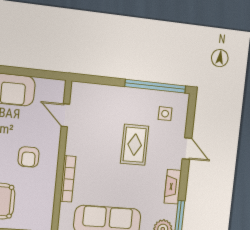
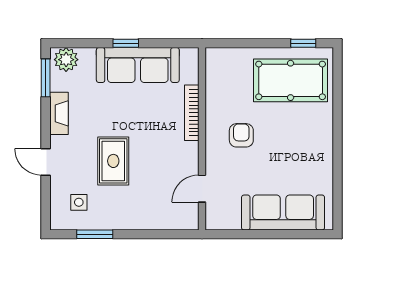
window: (155, 86) -> (95, 234), width x0.47
door: (65, 115) -> (202, 189), swing flipped

